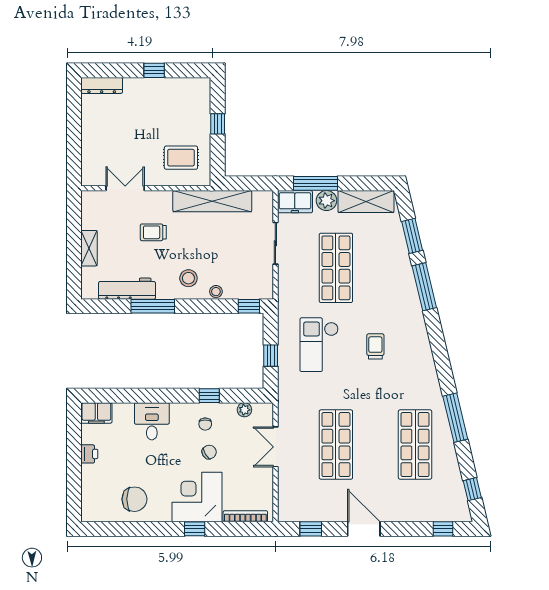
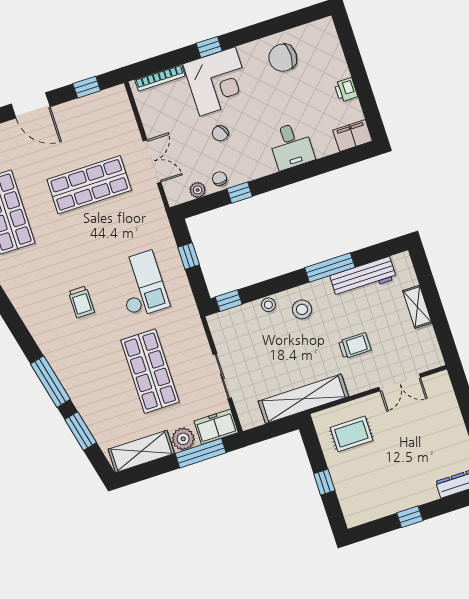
chair: (205, 424) -> (220, 179), moved
shop shelf: (336, 445) -> (89, 185), turned 90

